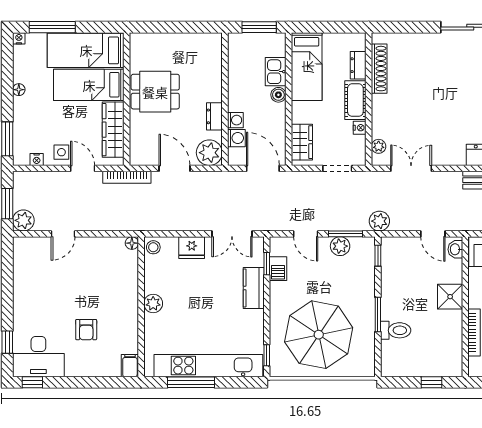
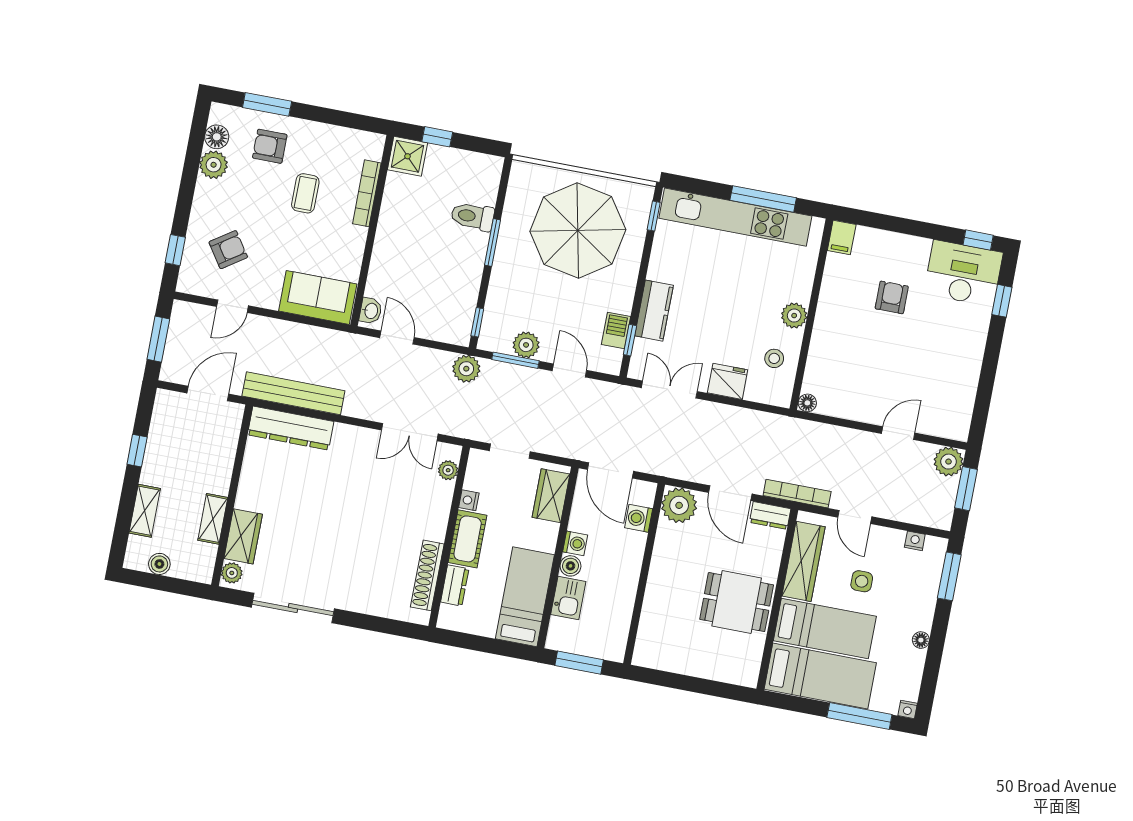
dresser: (214, 116) -> (770, 516), moved, turned 90
washing machine: (235, 120) -> (575, 543), moved, turned 180
side table: (61, 152) -> (862, 581), moved
stool: (153, 247) -> (774, 358), moved
shower: (450, 297) -> (408, 156), moved

